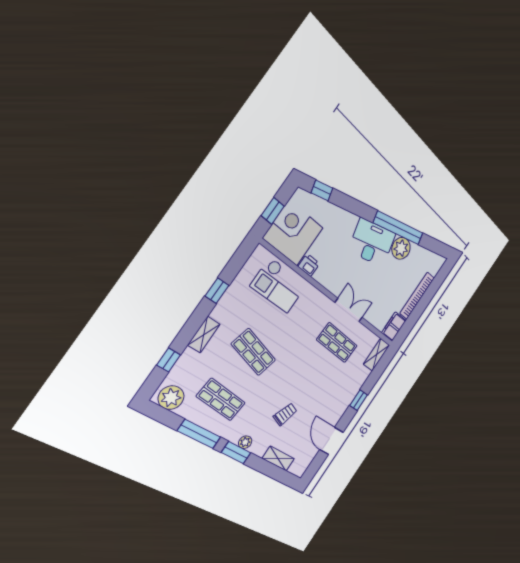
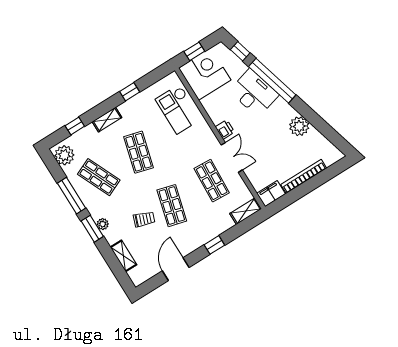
window: (398, 228) -> (272, 81), moved
desk: (372, 242) -> (254, 93), moved
printer: (309, 265) -> (225, 130), moved
shop shelf: (307, 387) -> (172, 206), added
shop shelf: (221, 400) -> (99, 177), turned -30

